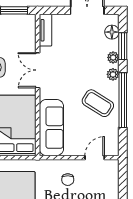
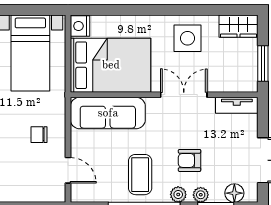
armchair: (87, 66) -> (190, 160), added
coffee table: (98, 103) -> (140, 175), turned -32

